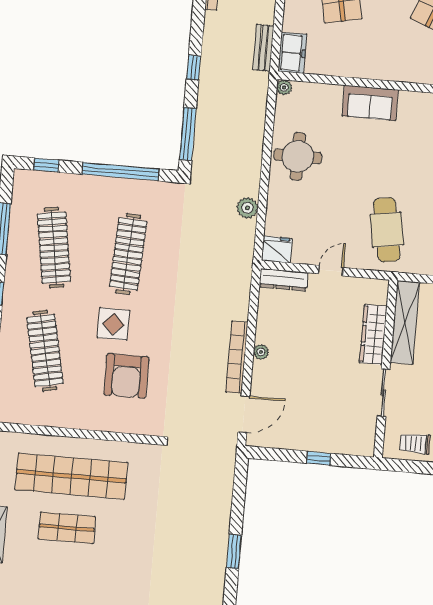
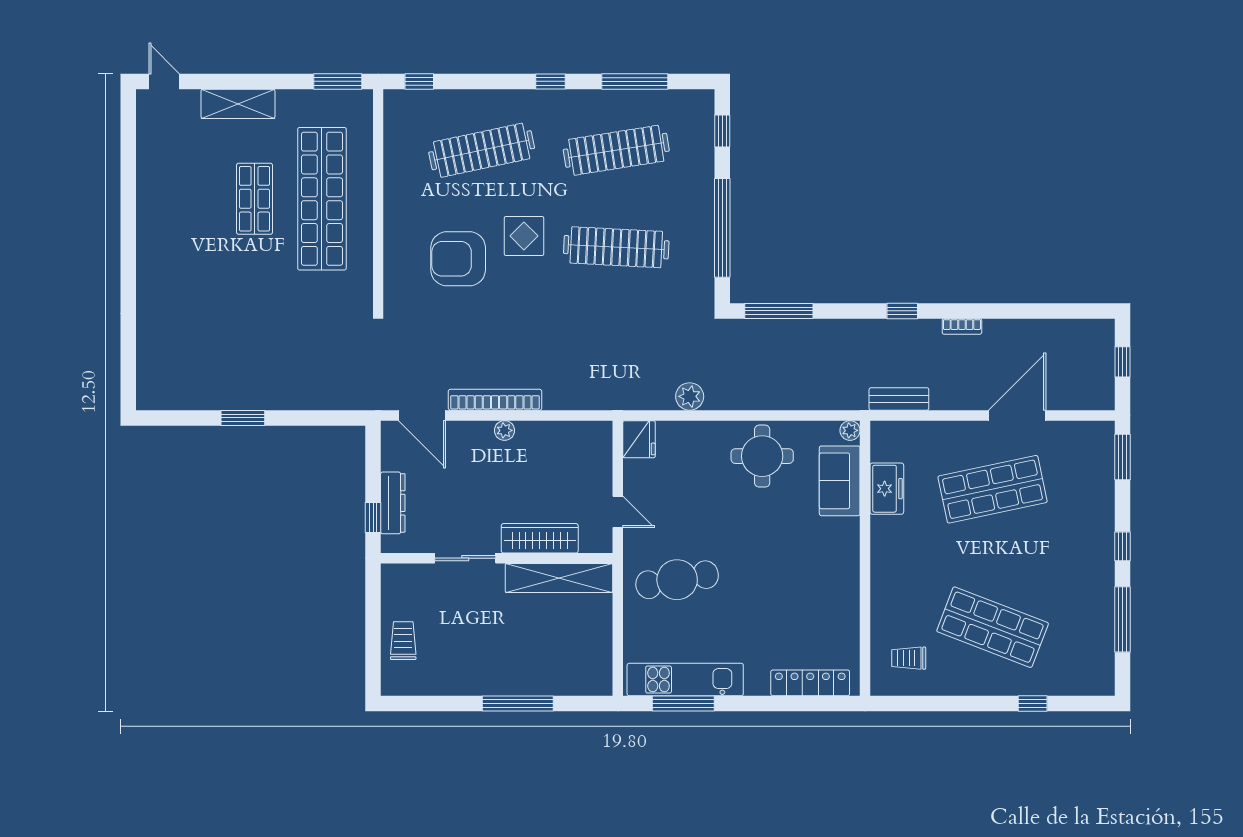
freezer: (292, 53) -> (887, 489), moved, turned -90
window: (194, 67) -> (902, 311), moved
sofa: (370, 103) -> (840, 481), moved
dresser: (284, 280) -> (393, 503), moved, turned 180
shelving: (405, 322) -> (559, 578), moved
wardrobe: (373, 335) -> (540, 538), moved
wall: (386, 369) -> (497, 558), moved
sliding door: (383, 393) -> (465, 558), moved

